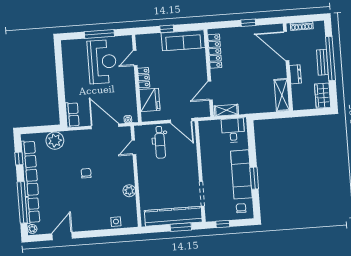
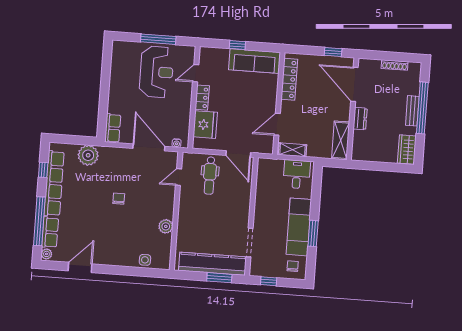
door: (286, 46) -> (354, 84), moved
wall: (288, 67) -> (353, 109), moved
dresser: (295, 74) -> (360, 119), moved
shelving: (282, 95) -> (341, 140), moved

